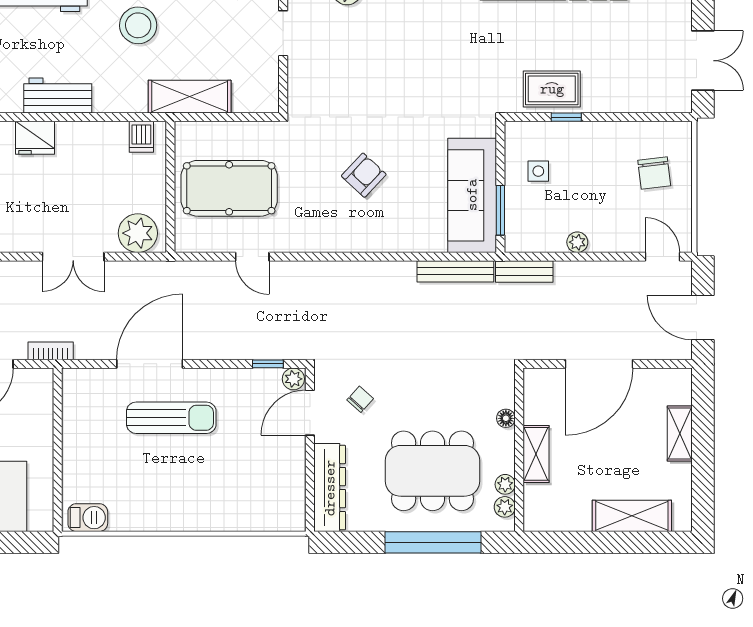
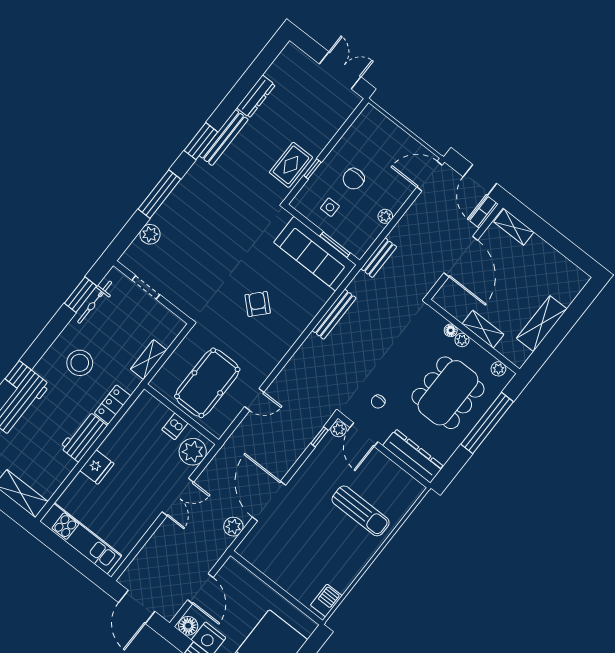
shelving: (190, 97) -> (149, 360), width x0.67, depth x0.75
locker: (120, 100) -> (113, 405), added
dishwasher: (141, 137) -> (175, 426), moved, turned 90
chair: (654, 173) -> (354, 179), moved, turned 97
door: (662, 257) -> (429, 176), width x1.38
bench: (455, 271) -> (334, 314), moved
door: (703, 317) -> (480, 180), hinge flipped
plant: (89, 346) -> (233, 527), added
bookcase: (51, 351) -> (484, 212), moved
chair: (360, 399) -> (378, 402), turned -132
sun lounger: (171, 418) -> (361, 511), moved, turned 90
shelving: (680, 433) -> (514, 227), moved
plant: (505, 484) -> (462, 340), moved
shelving: (632, 516) -> (542, 324), moved

